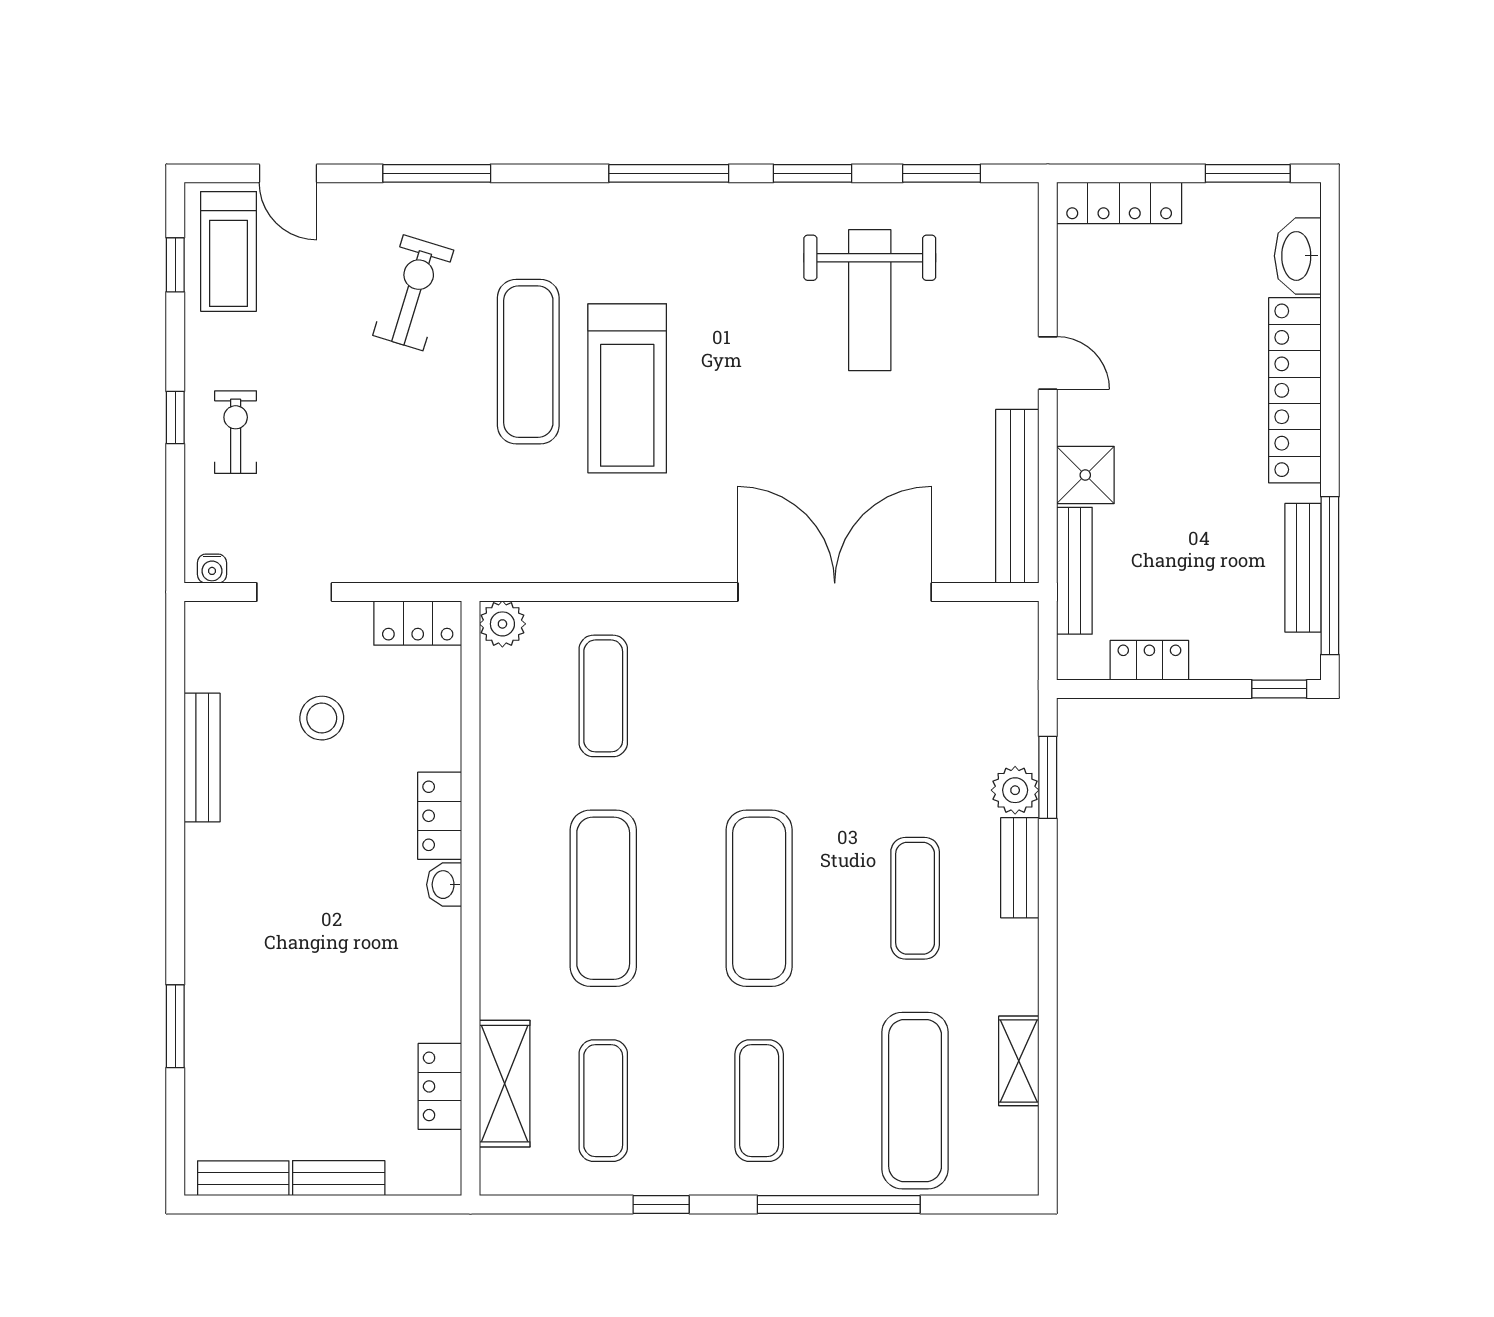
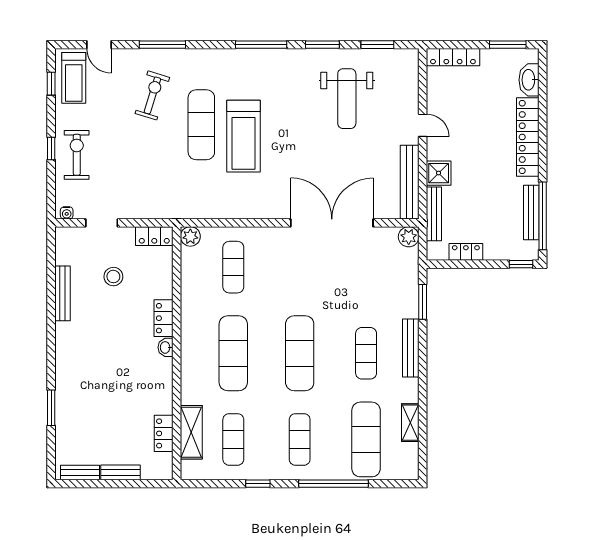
exercise bike: (236, 432) -> (77, 155), width x1.38, depth x1.39
plant: (1015, 790) -> (409, 237), moved
bench: (1020, 868) -> (411, 348), width x1.36

